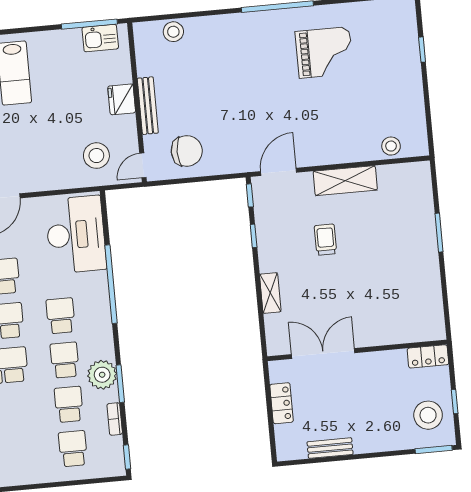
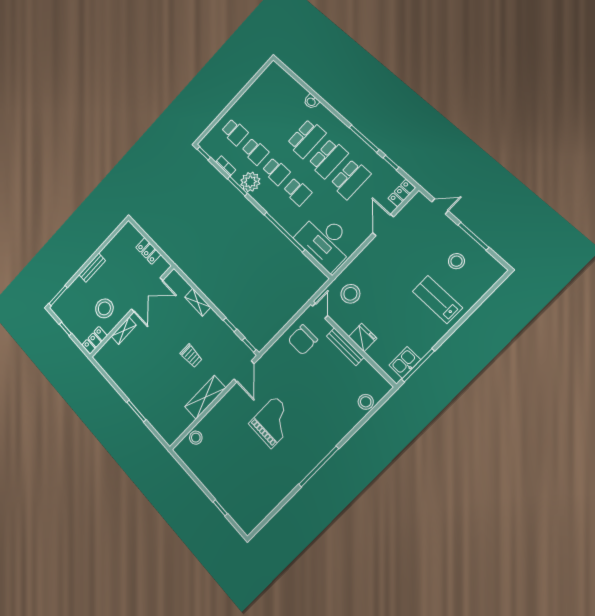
grand piano: (324, 53) -> (273, 422), moved, turned 180
shelving: (384, 337) -> (124, 331), added
stool: (428, 415) -> (104, 308), moved
bench: (330, 448) -> (92, 268), moved

